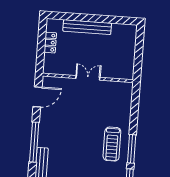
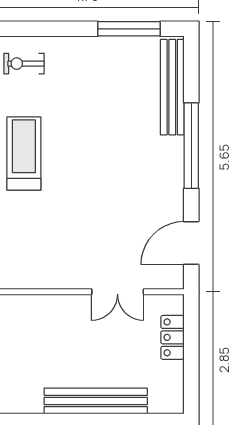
locker: (50, 43) -> (172, 337), moved
double door: (88, 78) -> (118, 292), moved

